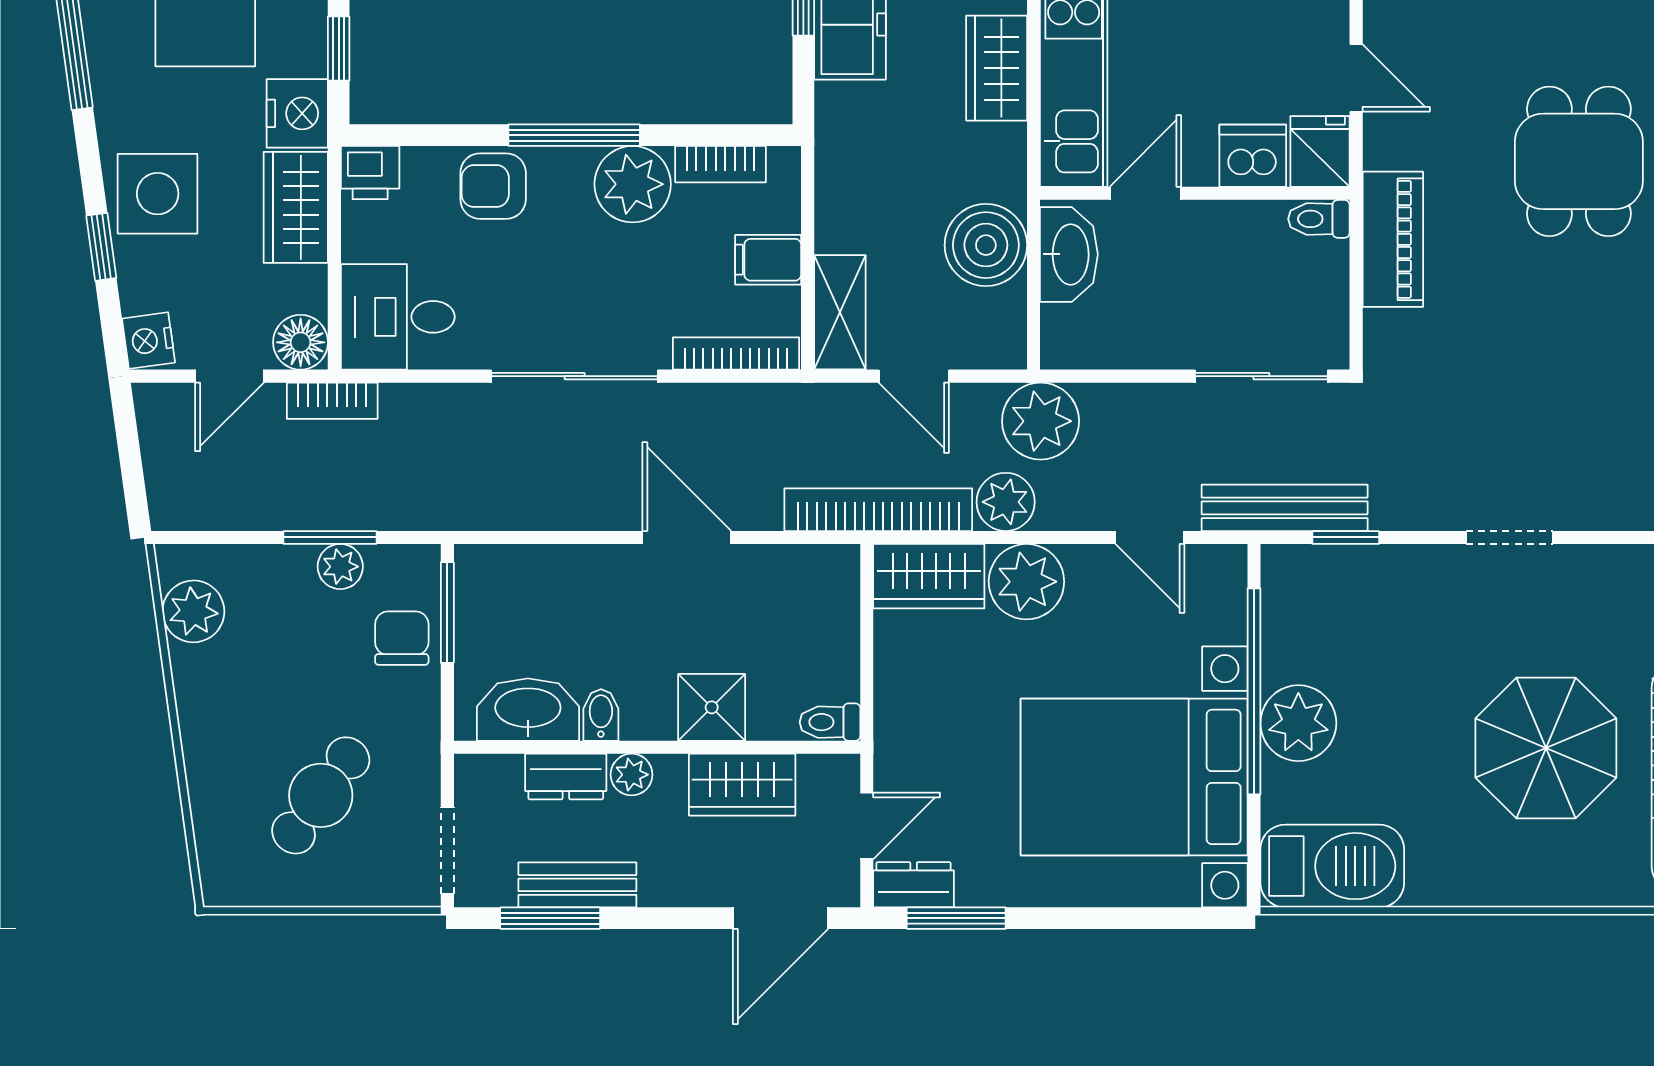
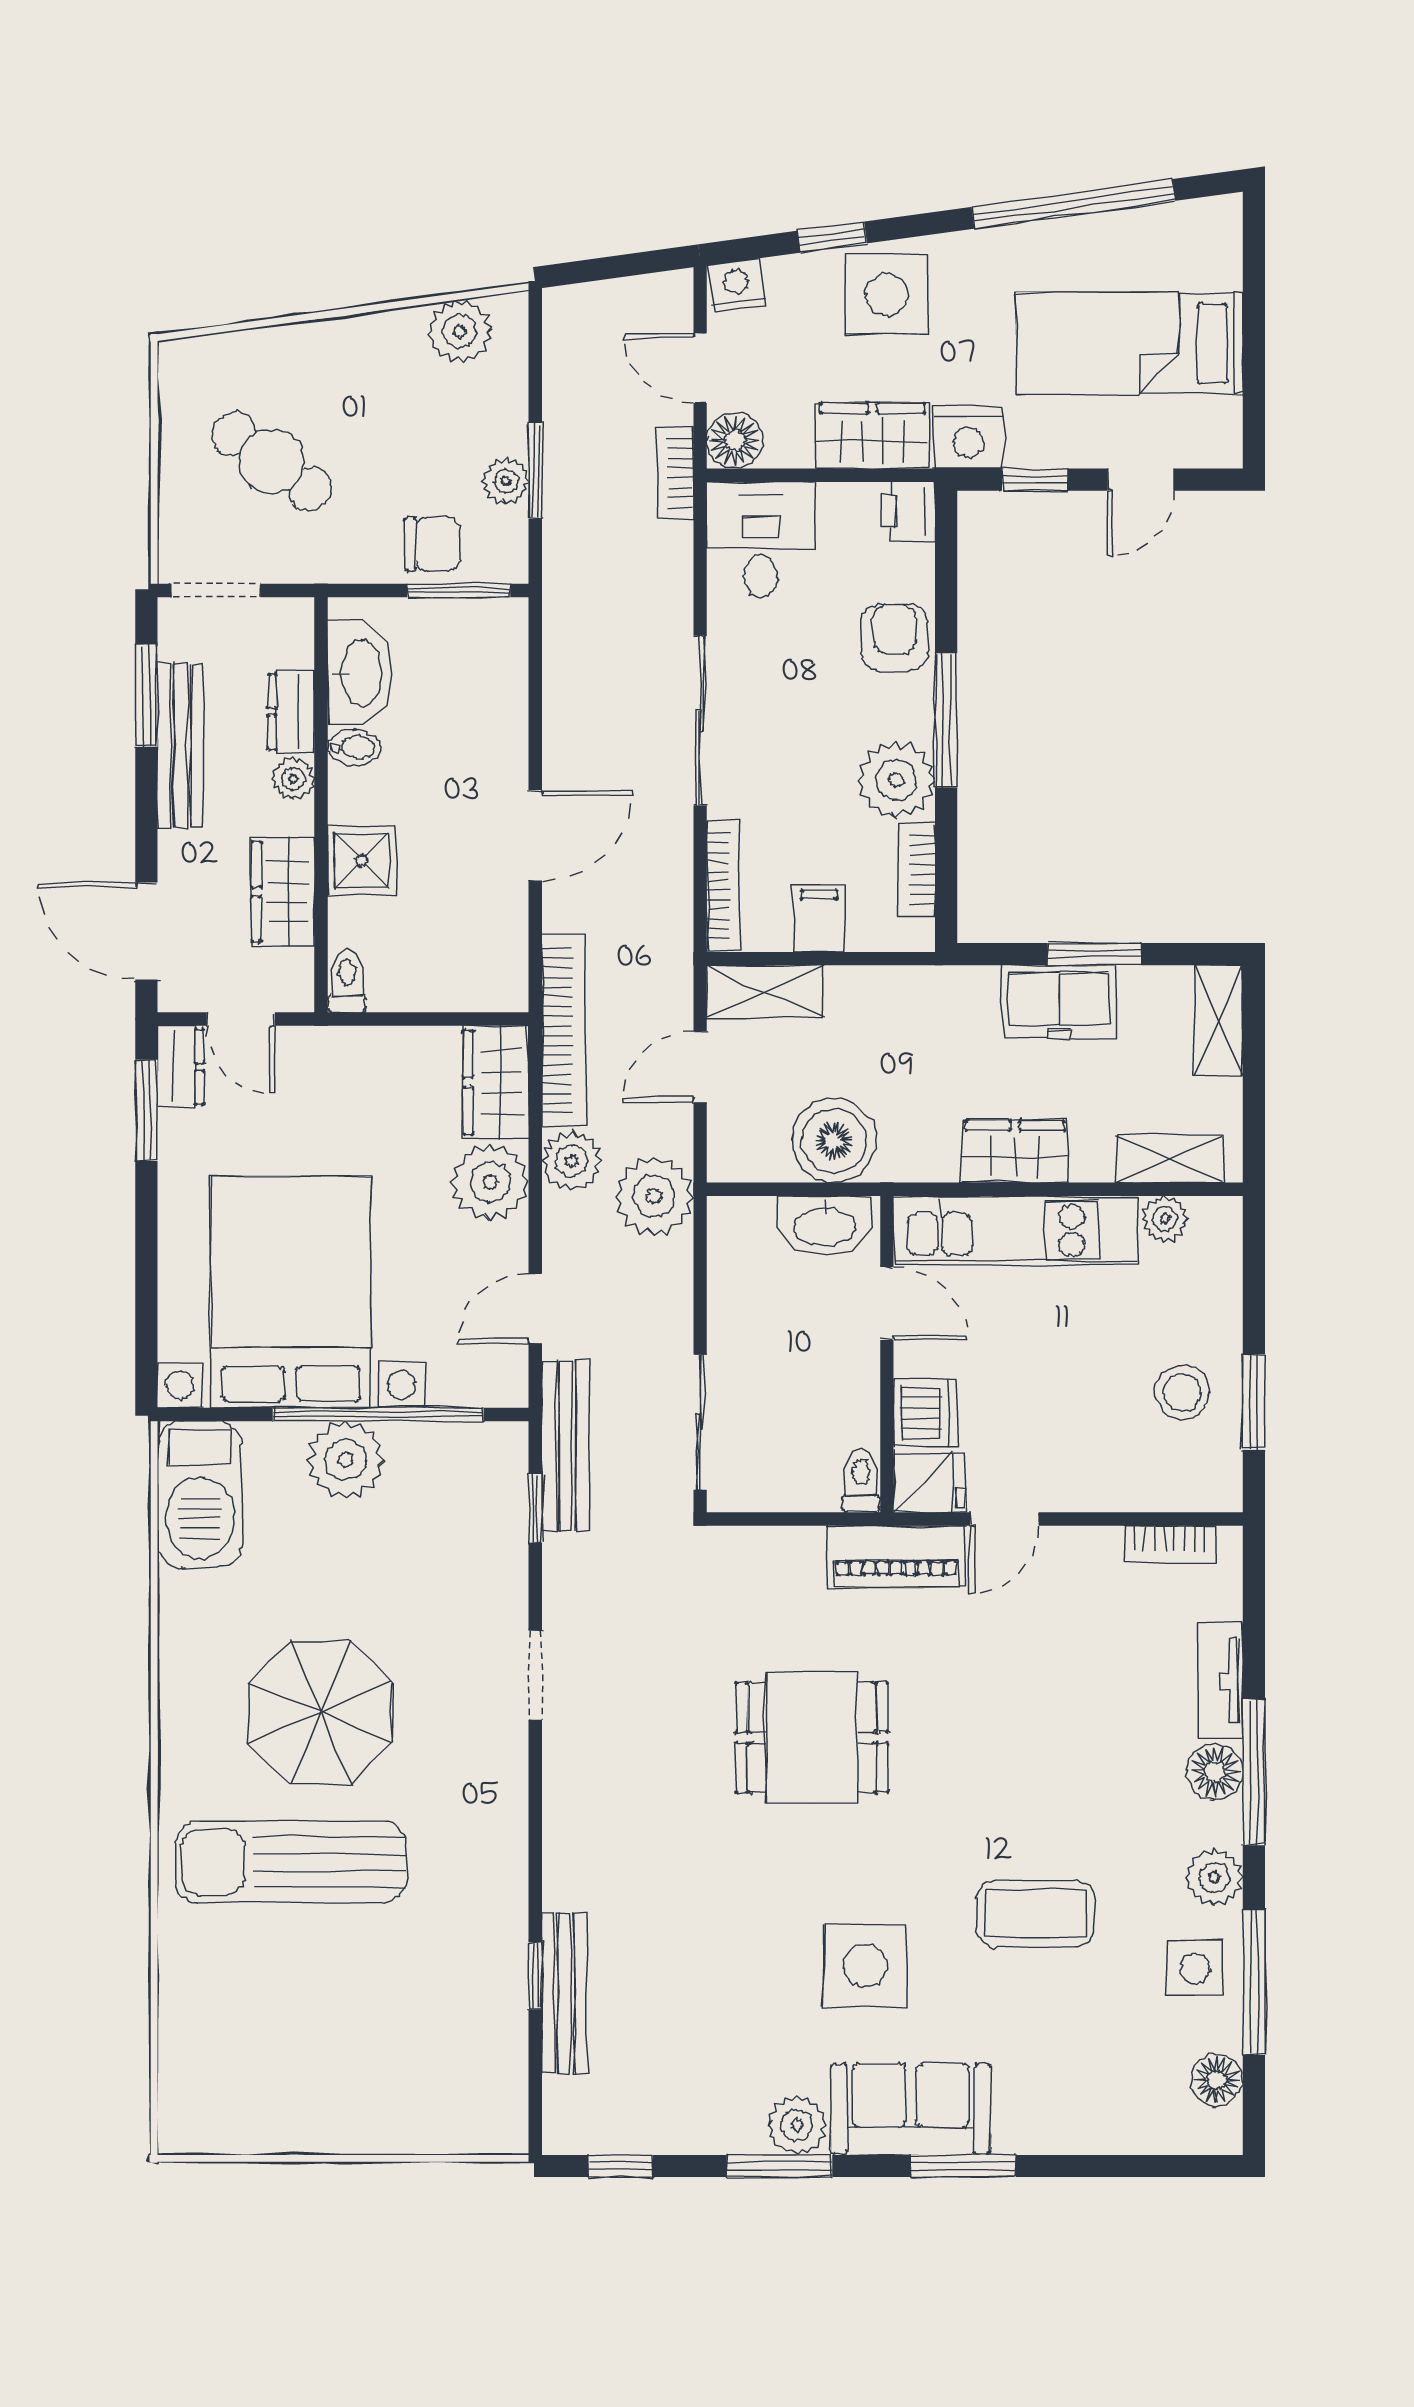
dining table: (1579, 161) -> (812, 1737), moved
piano: (1393, 239) -> (896, 1556), moved
bench: (577, 885) -> (180, 745), width x1.36

